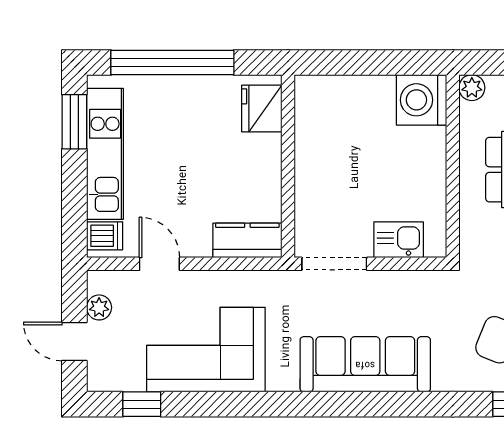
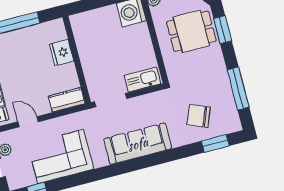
fridge: (262, 108) -> (62, 52), moved
kitchen sink: (399, 240) -> (142, 80), width x1.38

